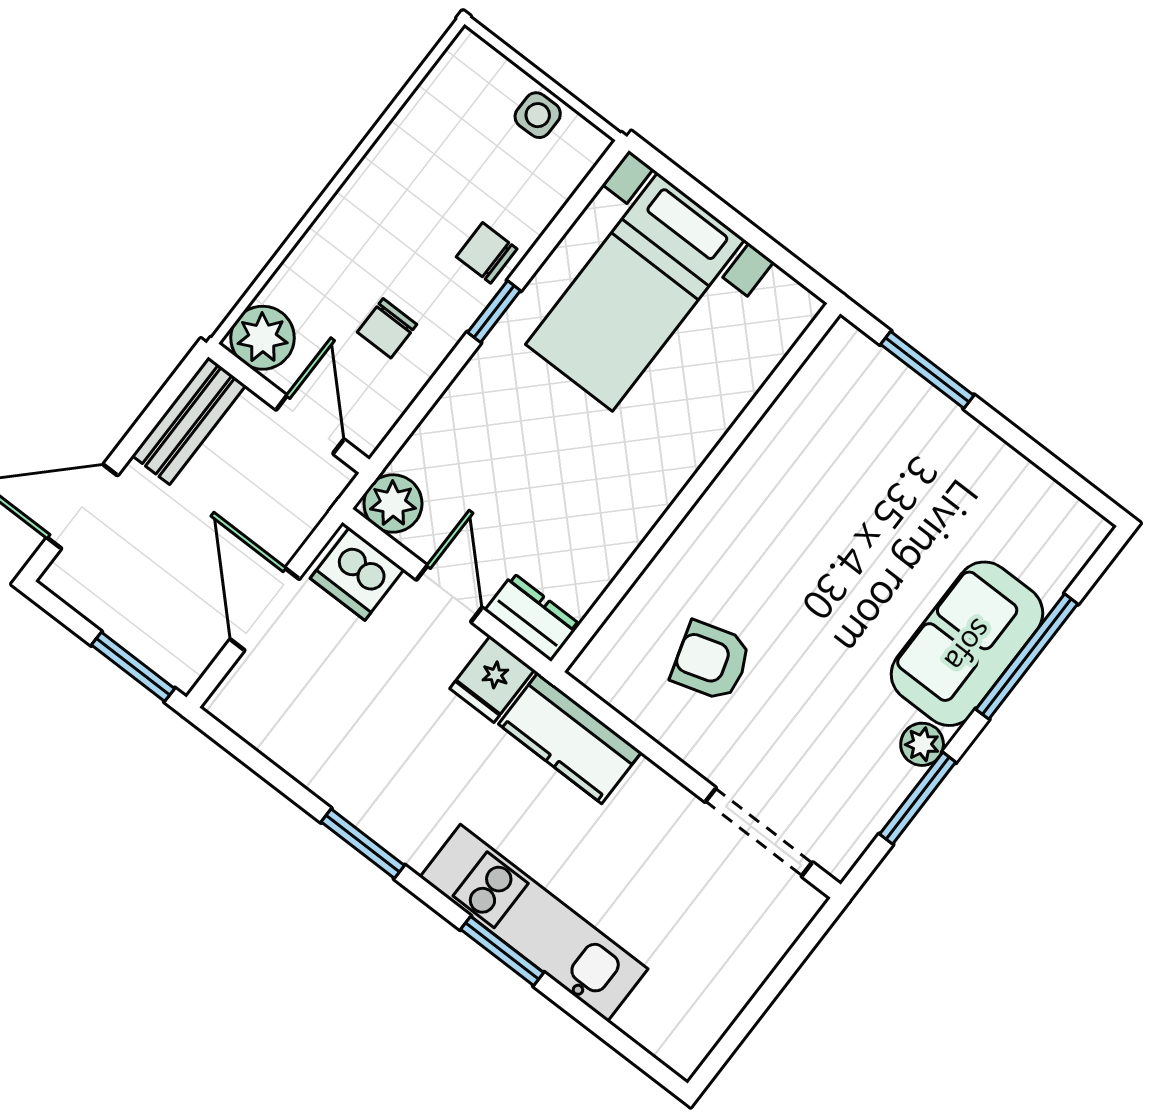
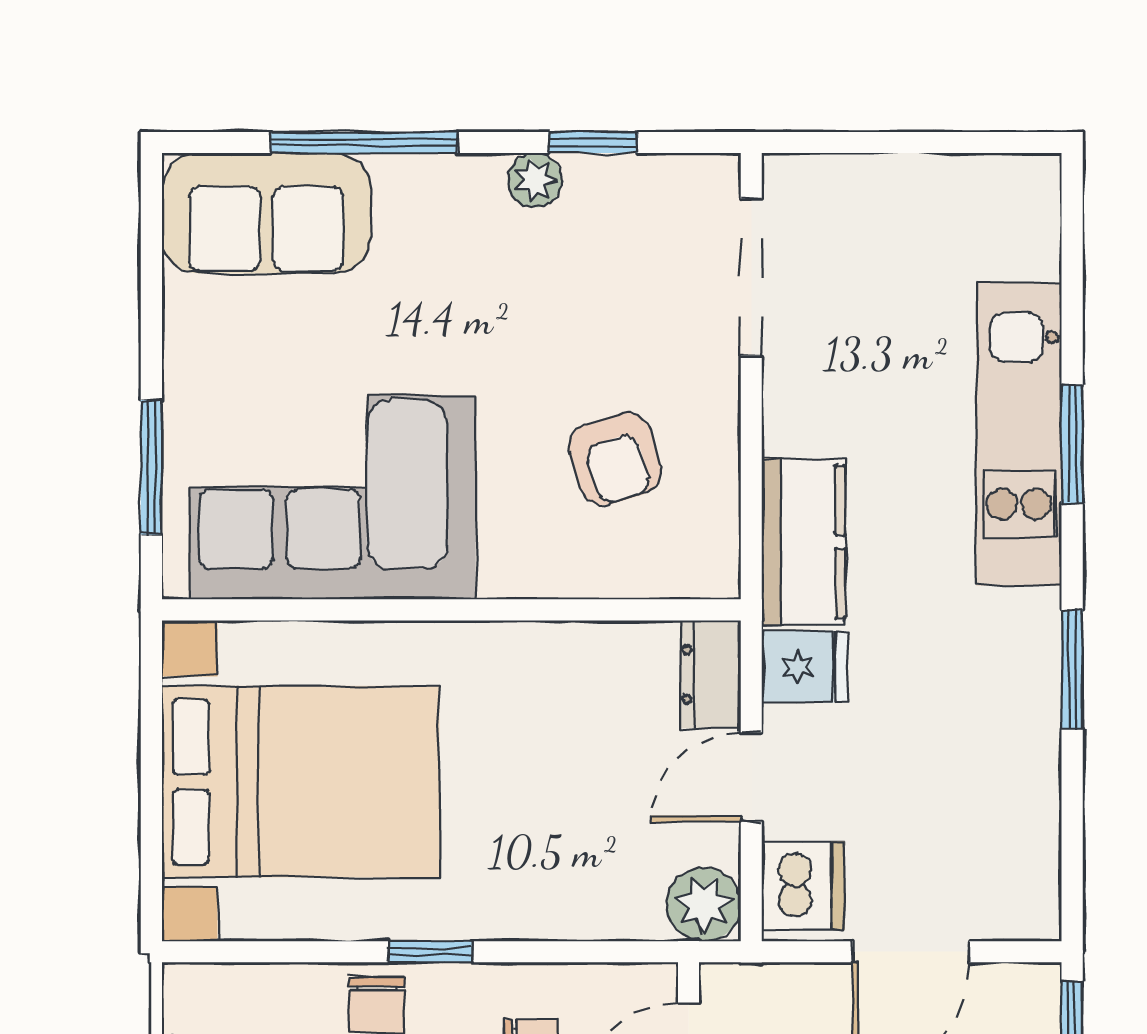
bed with nightstands: (635, 292) -> (301, 782), width x1.36
corner sofa: (822, 468) -> (333, 497), added
sofa: (967, 644) -> (266, 213), moved
window: (918, 798) -> (593, 143), width x0.67

